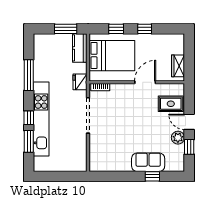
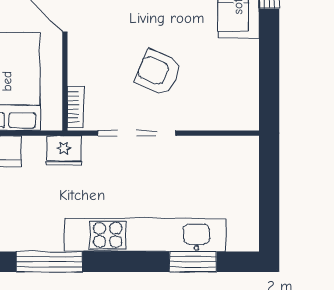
window: (29, 118) -> (142, 262), removed
armchair: (116, 125) -> (158, 72), added

